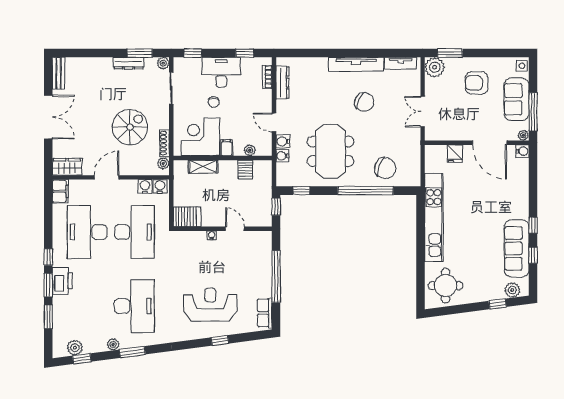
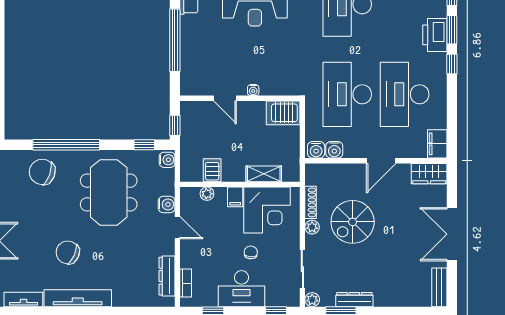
water cooler: (282, 156) -> (167, 160), moved
plant: (163, 163) -> (312, 227), moved
desk: (87, 232) -> (405, 94), turned 180

